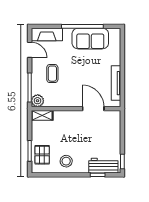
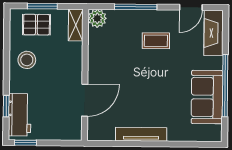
plant: (38, 101) -> (97, 18), moved
wall: (76, 109) -> (85, 75), moved
door: (93, 109) -> (85, 100), moved
shelving: (42, 115) -> (76, 25), moved

